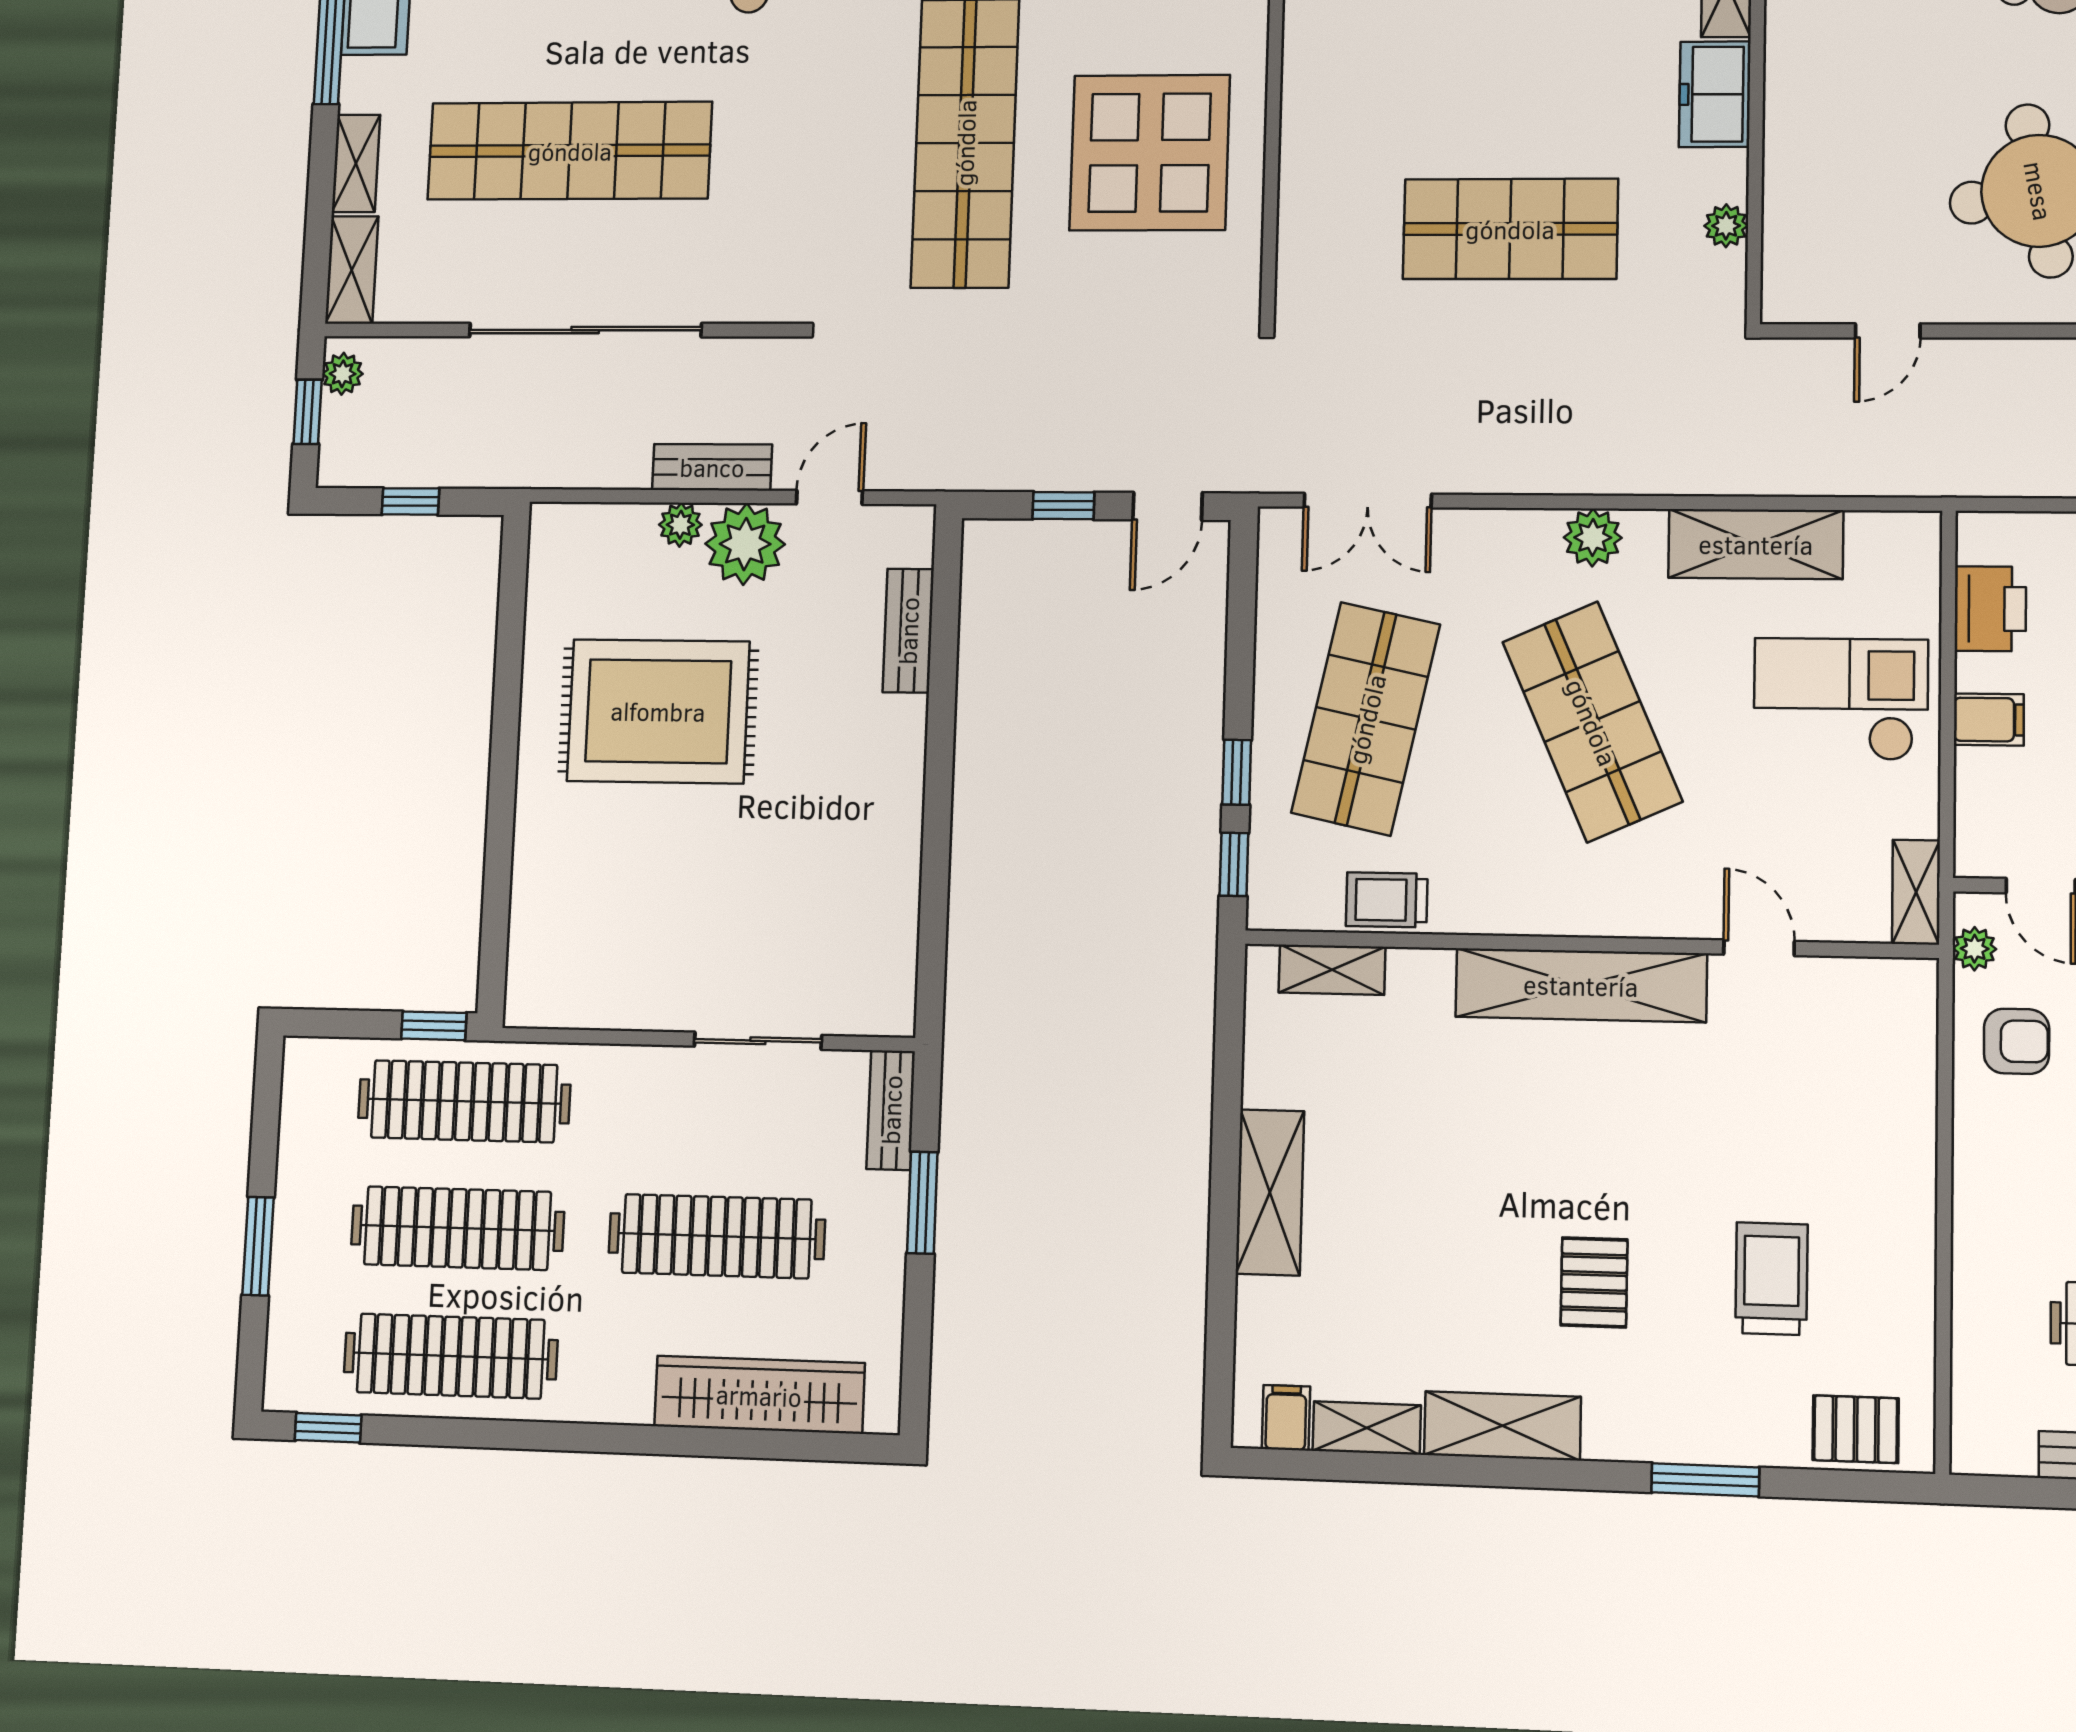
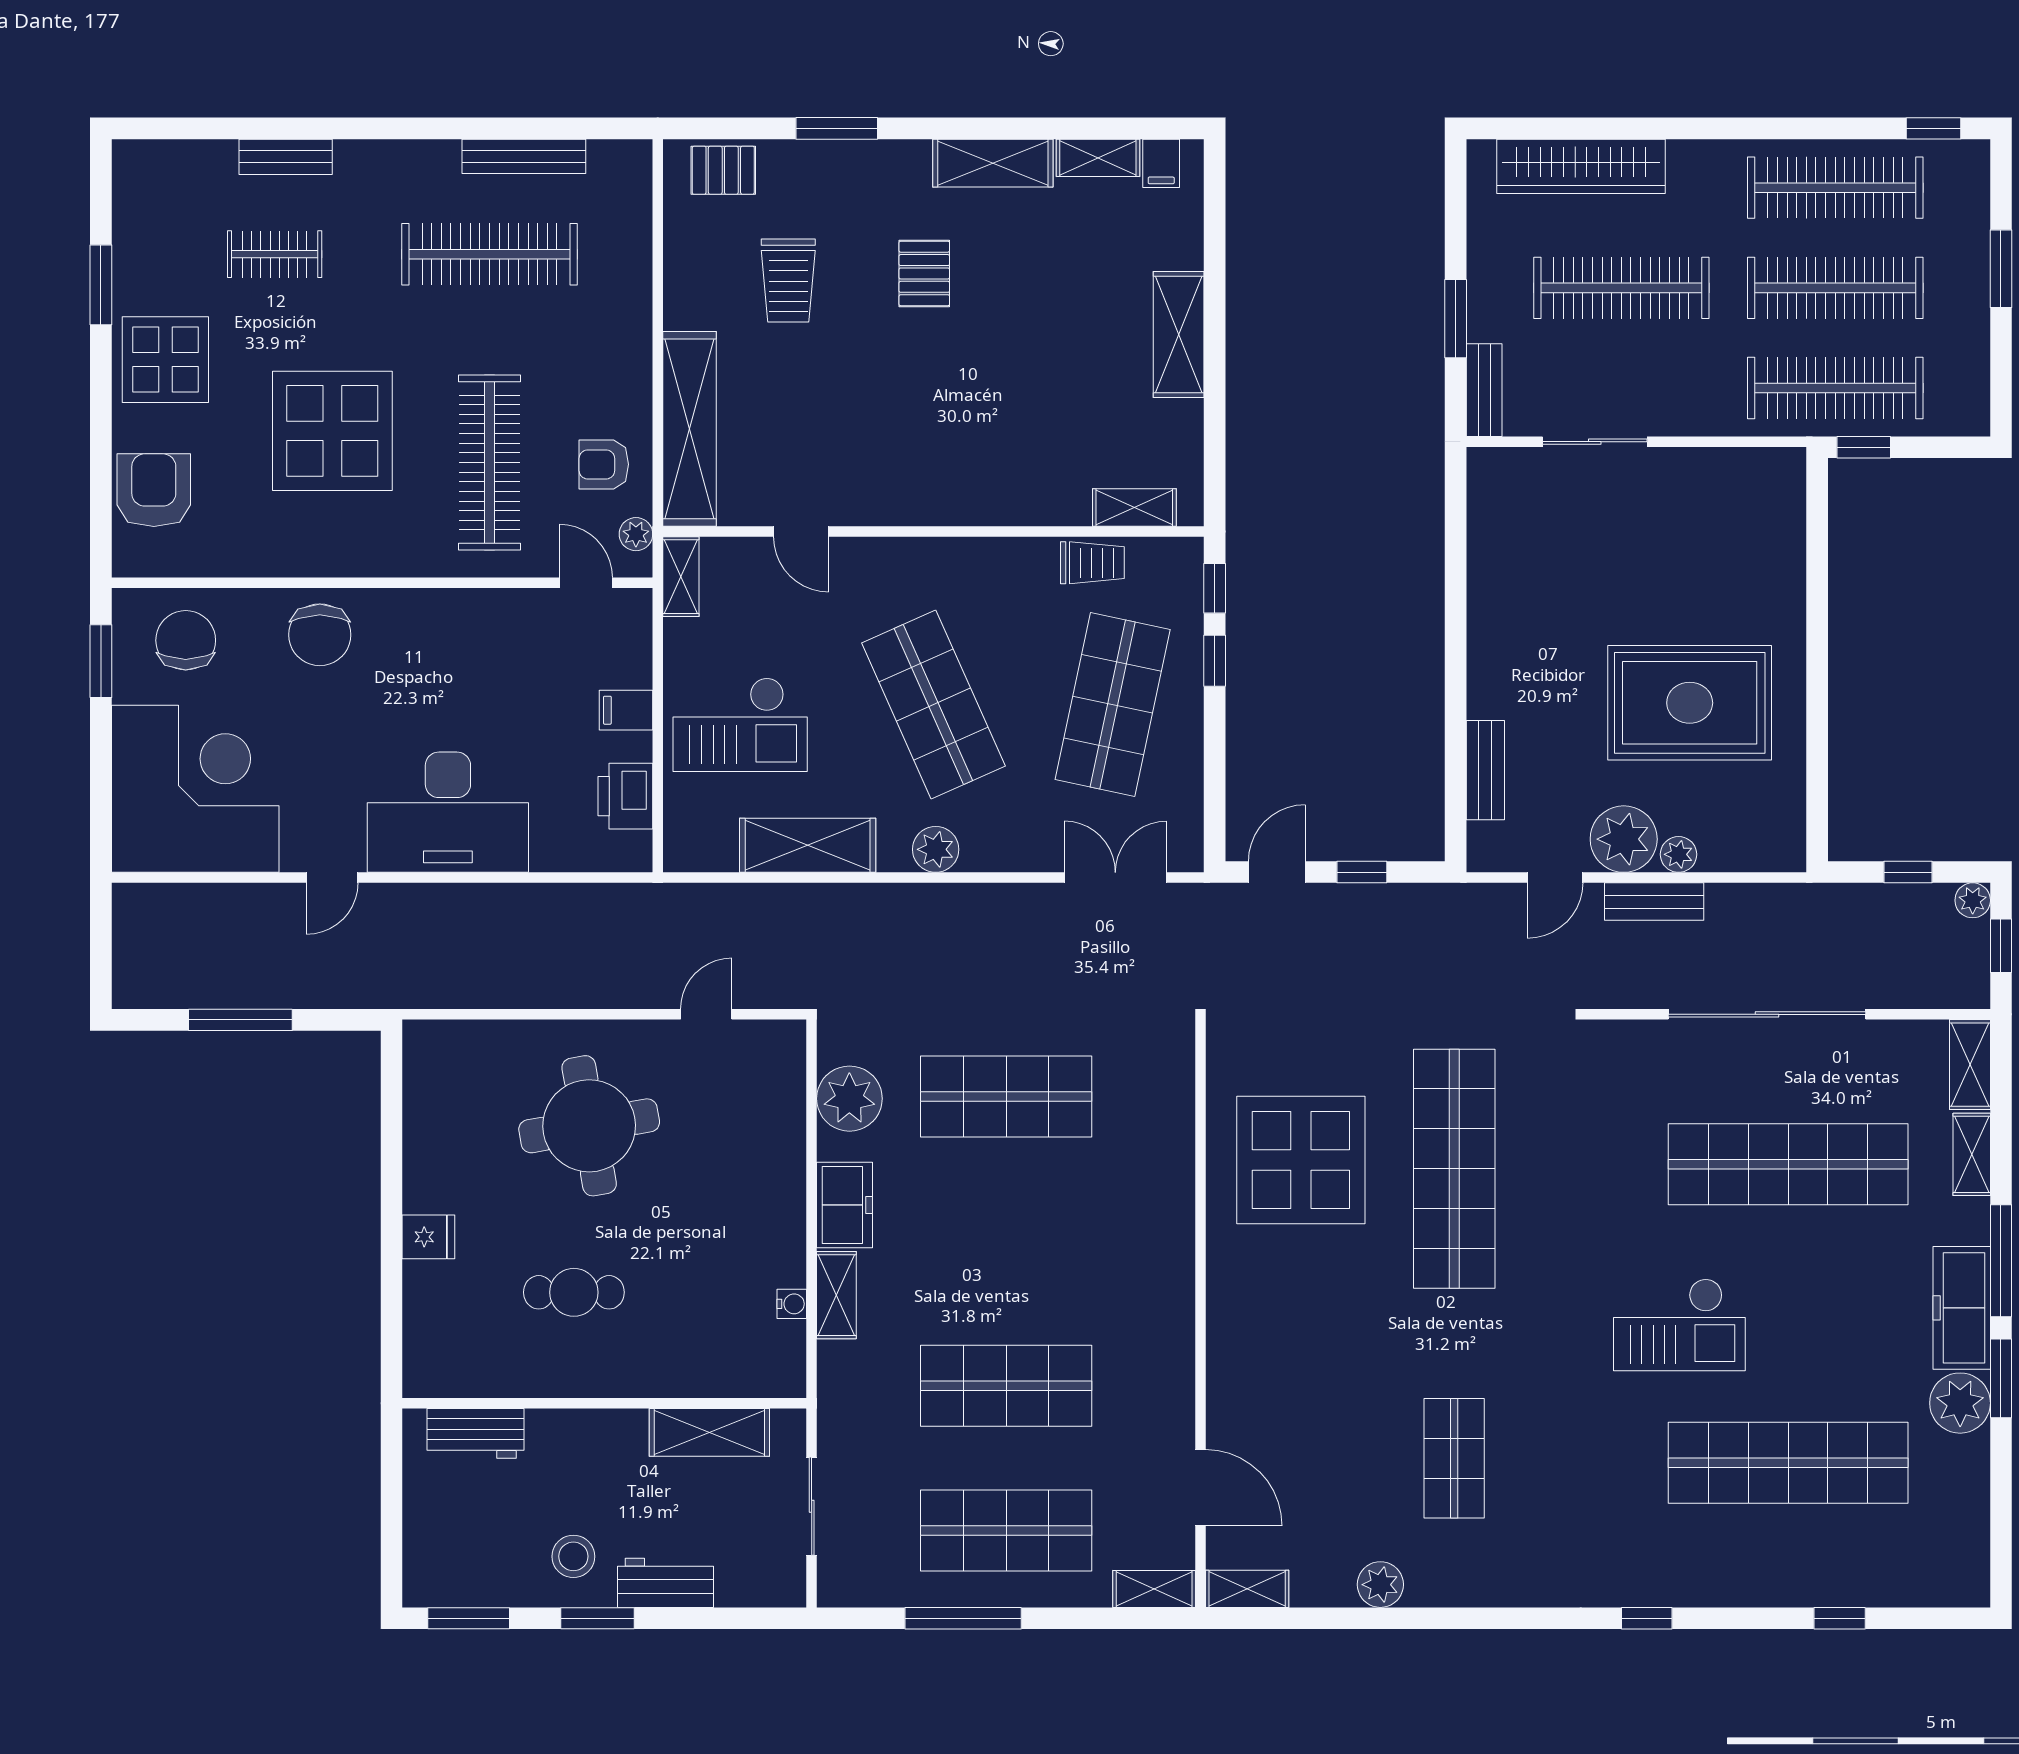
plant: (1726, 226) -> (849, 1099), width x1.88, depth x1.88
plant: (343, 374) -> (1973, 900), moved
shelving: (1581, 985) -> (689, 429), moved, turned 90

